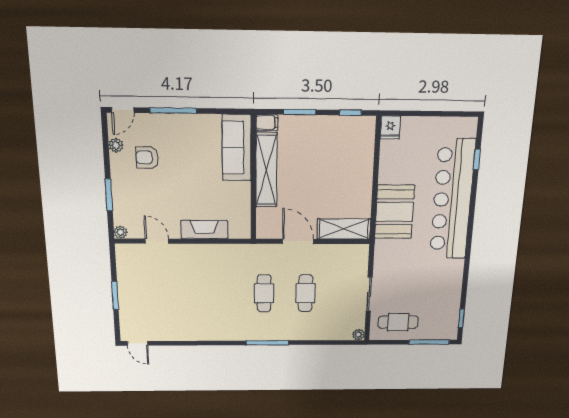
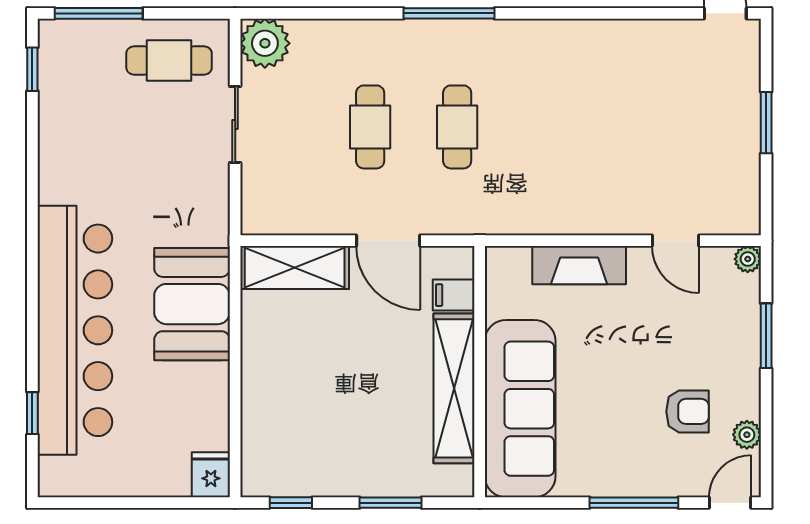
filing cabinet: (267, 123) -> (454, 295), moved
sofa: (237, 148) -> (520, 409), width x1.36, depth x1.27
plant: (359, 335) -> (265, 43), width x1.87, depth x1.87

